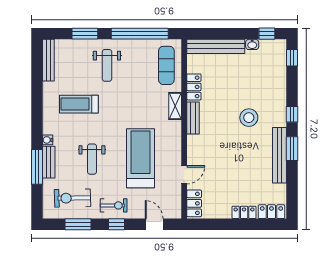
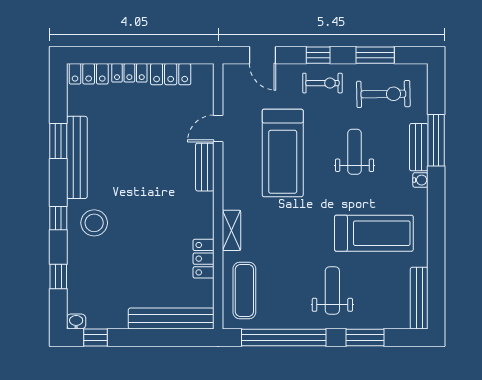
washbasin: (252, 44) -> (76, 322), moved
window: (292, 58) -> (58, 276), moved
treadmill: (79, 104) -> (374, 233), width x1.37, depth x1.38
bench: (193, 118) -> (205, 167), moved
stool: (249, 118) -> (94, 223), moved
window: (292, 149) -> (58, 141), moved
locker: (194, 203) -> (171, 74), moved, turned -90
exercise bike: (114, 205) -> (322, 83), turned 180

